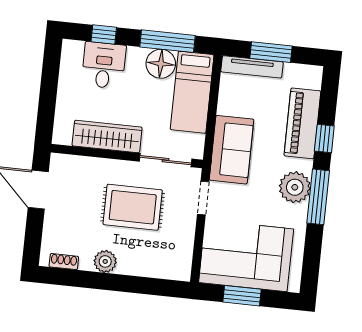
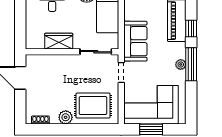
wardrobe: (107, 137) -> (59, 41), width x0.67
plant: (295, 187) -> (181, 64), width x0.53, depth x0.53
rug: (133, 207) -> (93, 106), moved

